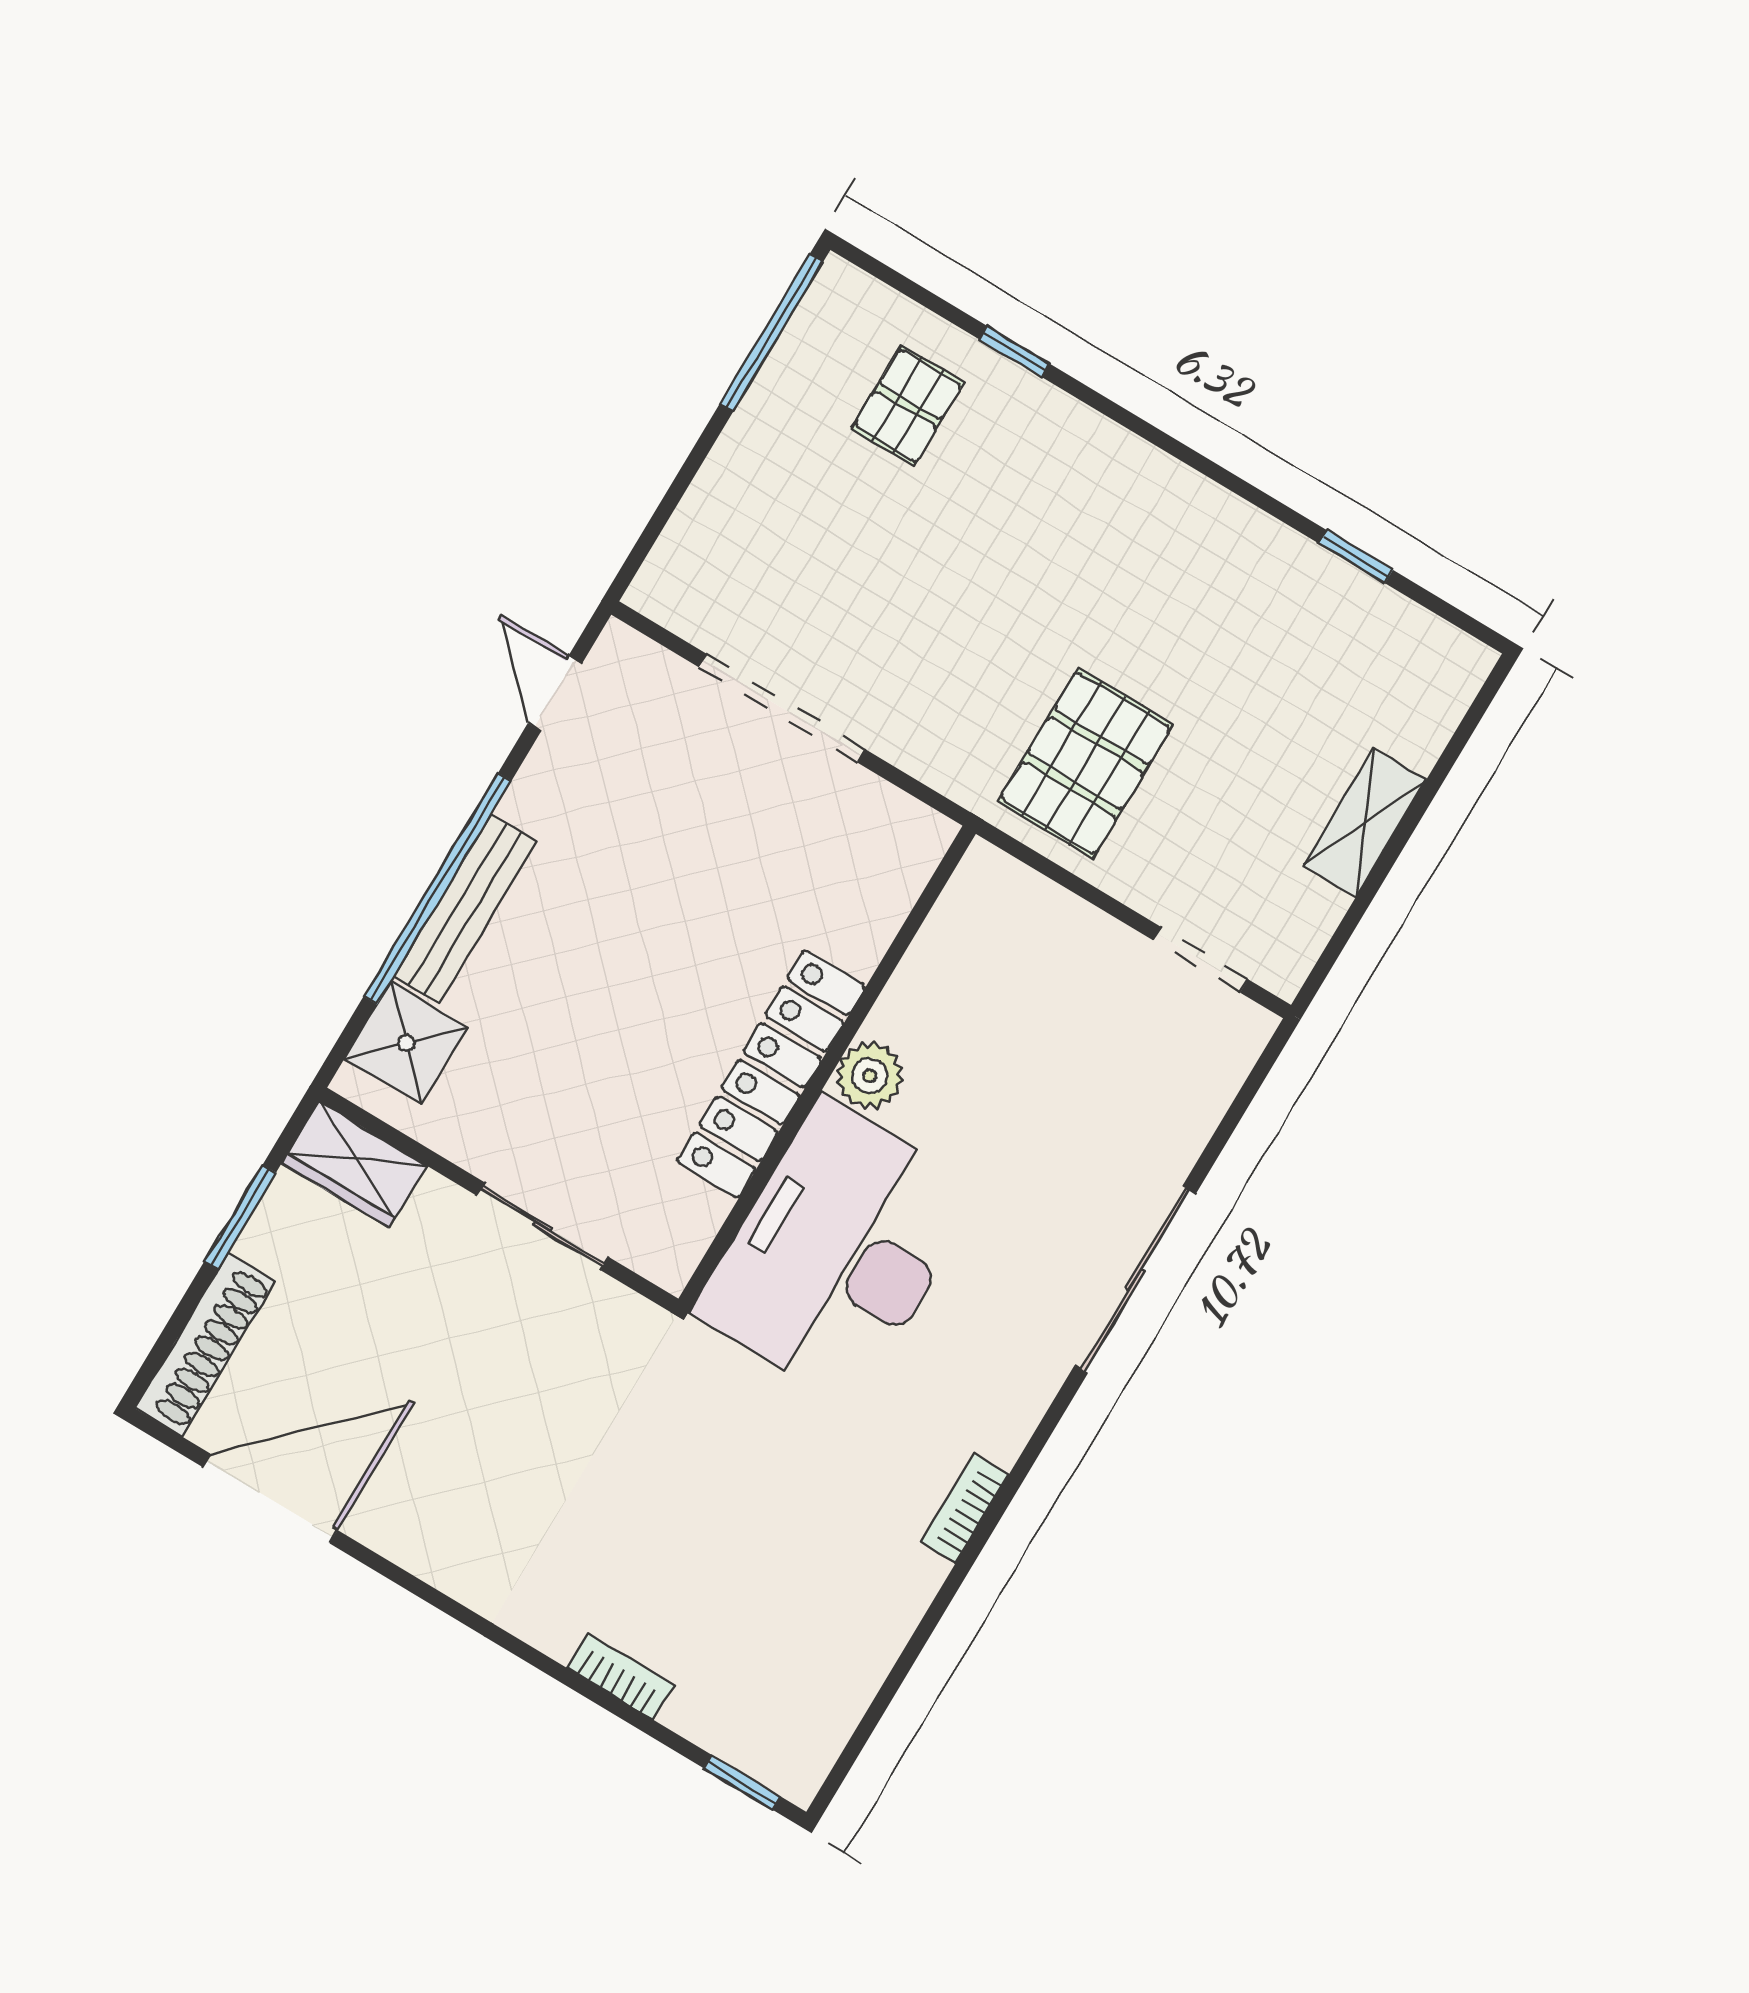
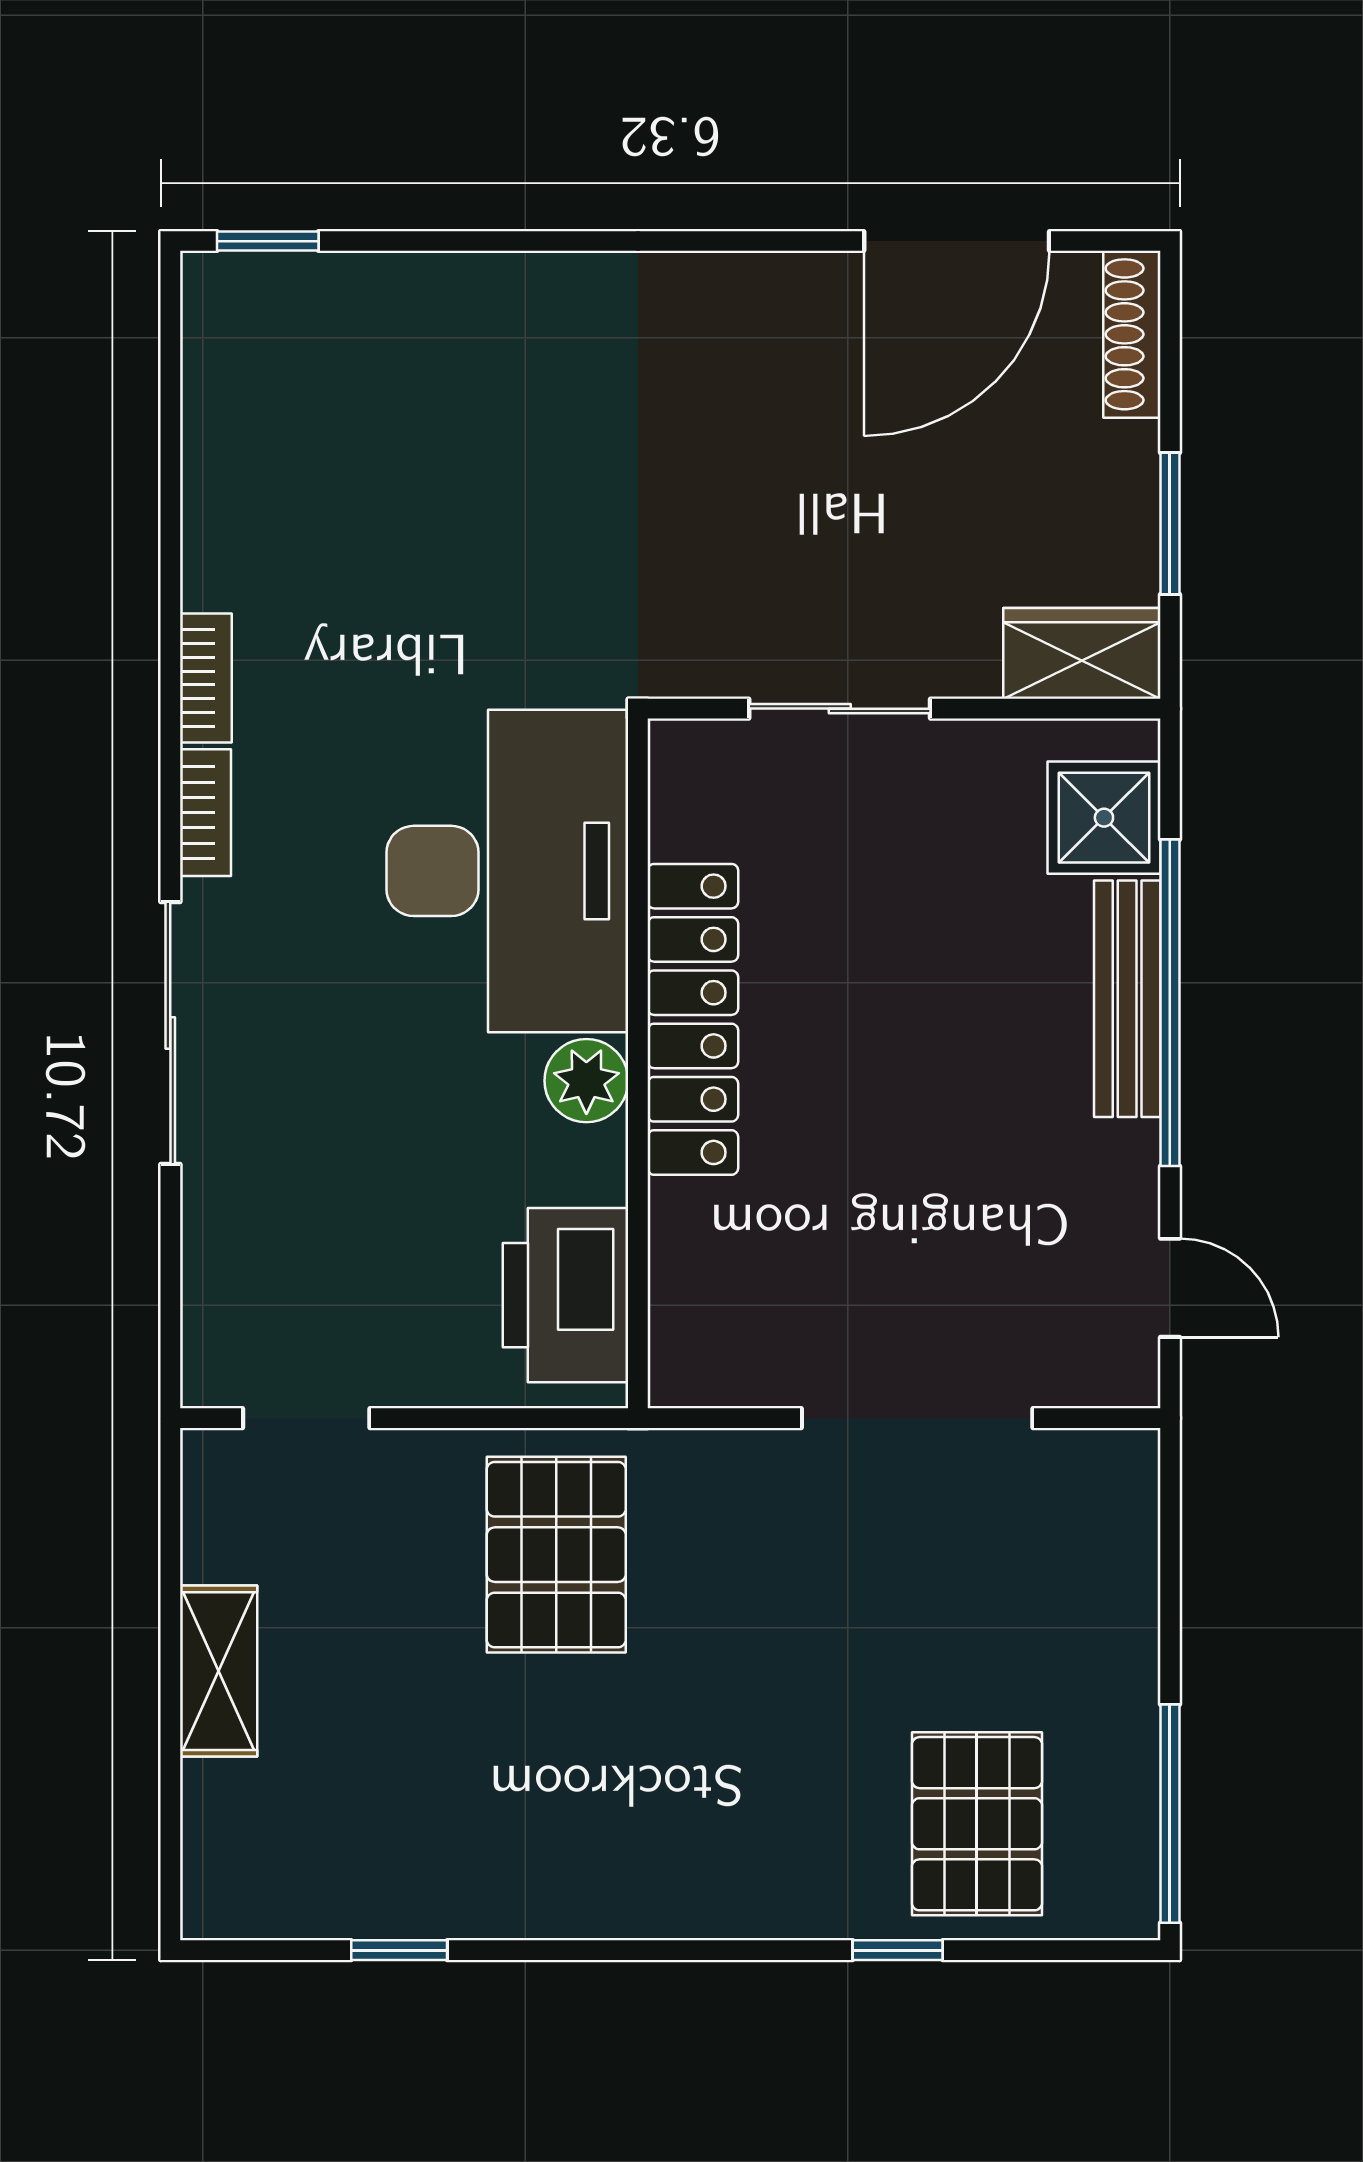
pallet: (908, 405) -> (977, 1824), width x1.50, depth x1.42
printer: (972, 937) -> (566, 1295), added
shoe rack: (205, 1345) -> (1132, 334), width x0.74, depth x0.81
bookcase: (620, 1676) -> (205, 813), moved, turned -90

